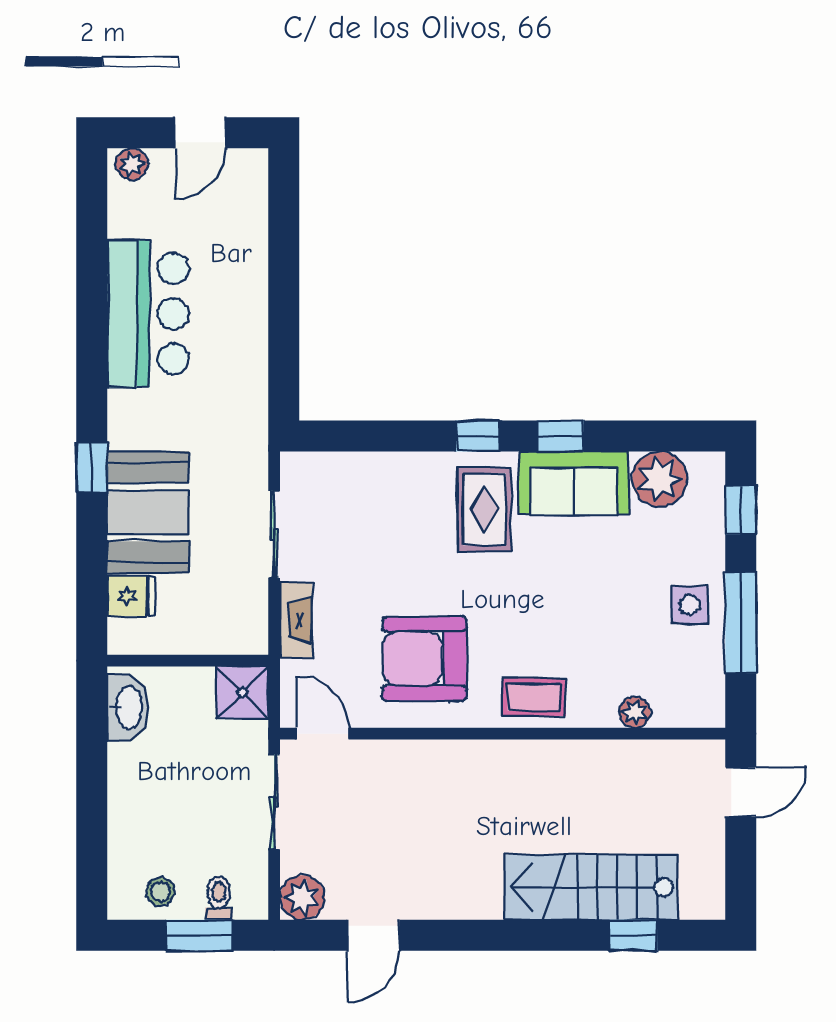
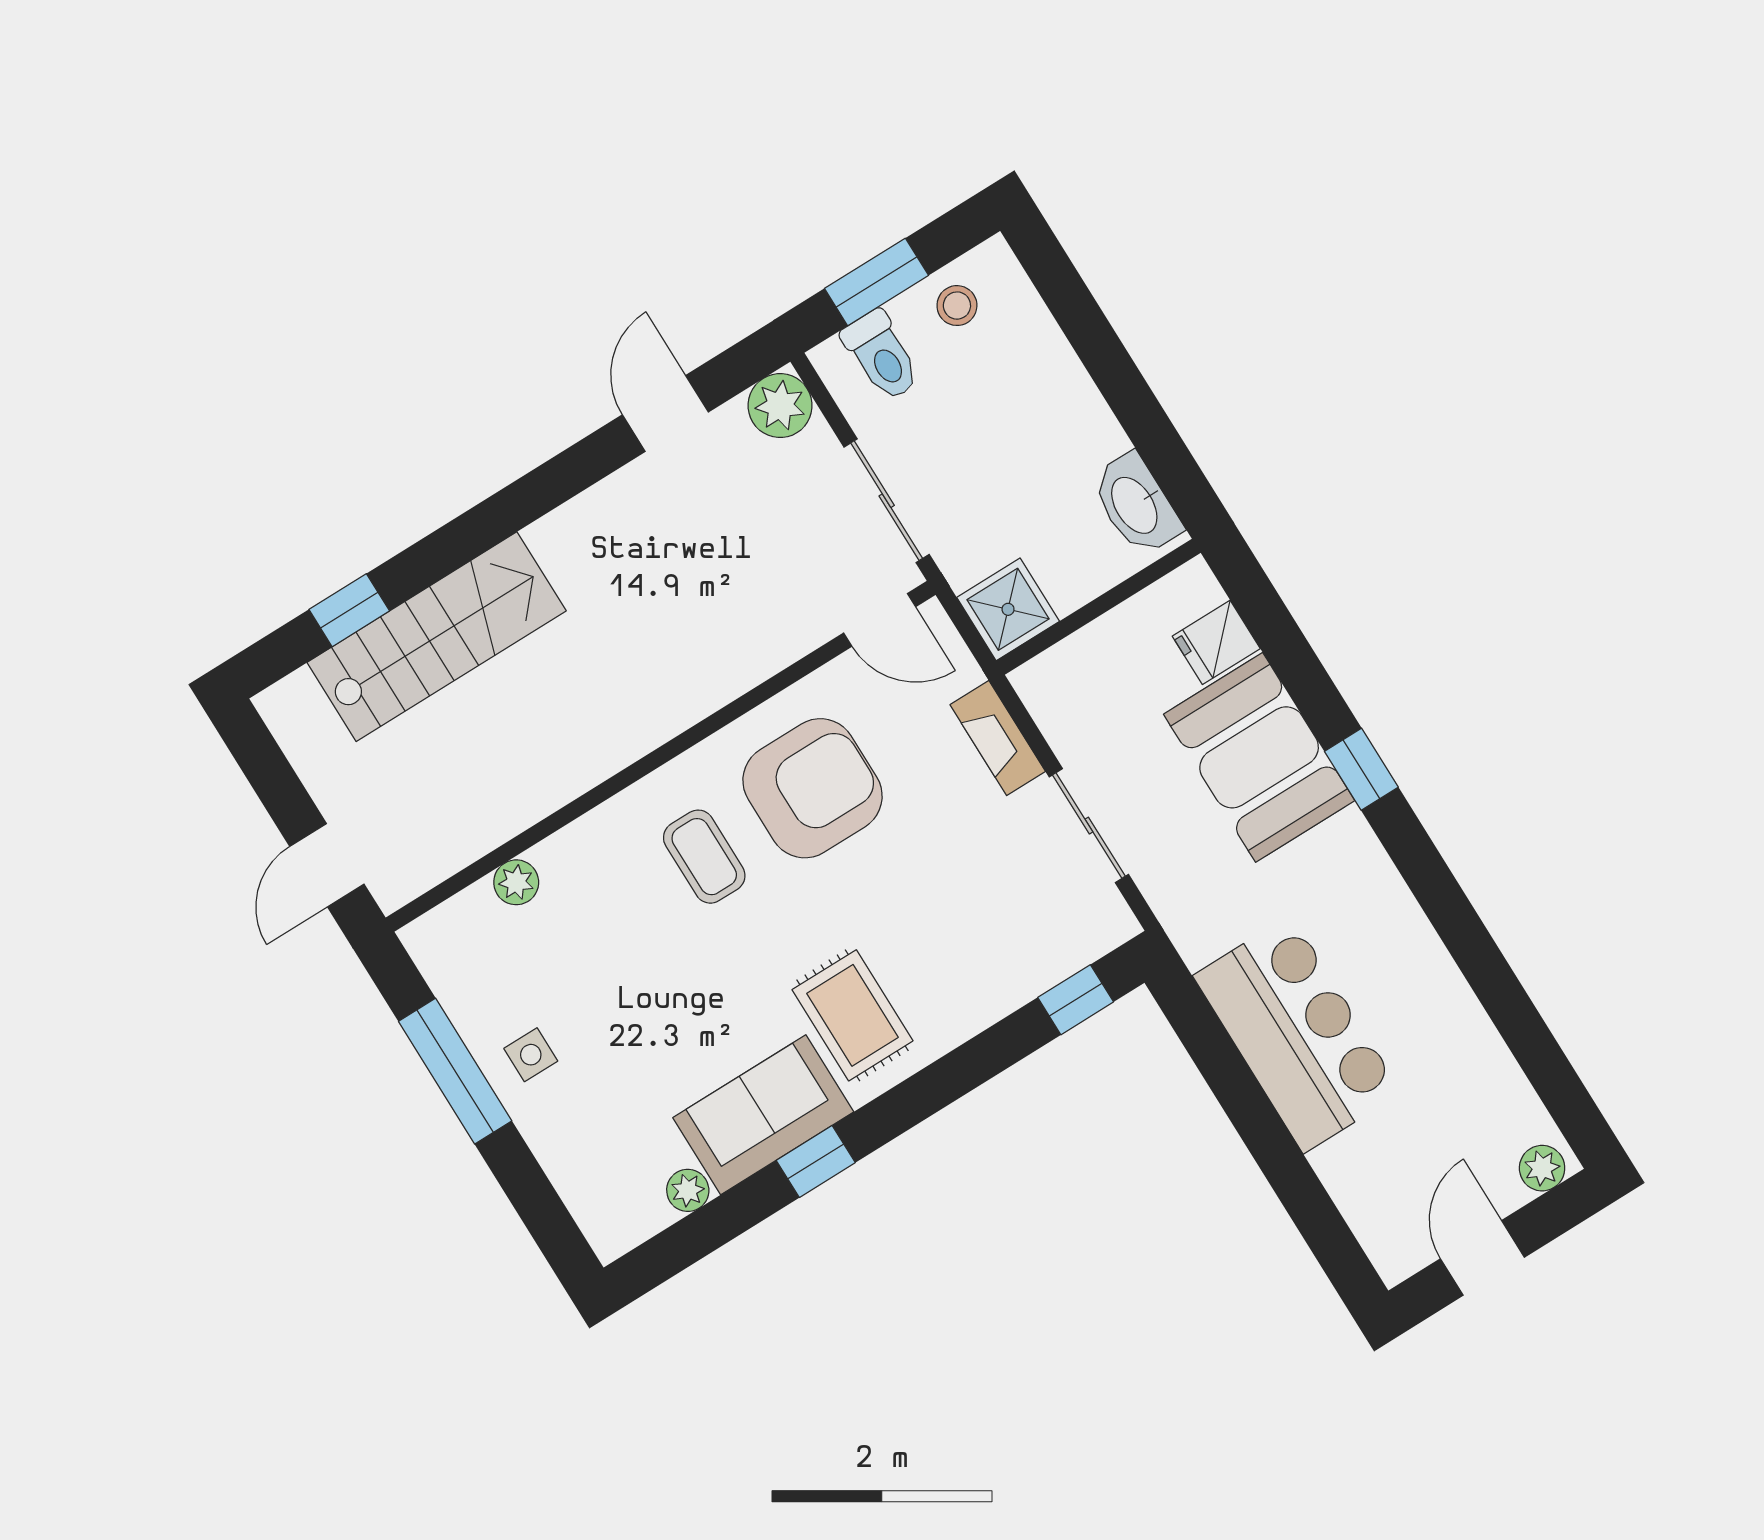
bar counter: (148, 314) -> (1297, 1034), moved, turned 180
window: (478, 436) -> (1076, 1000), moved
plant: (660, 479) -> (688, 1190), width x0.53, depth x0.53
window: (741, 510) -> (540, 1208), removed
side table: (690, 605) -> (531, 1055), width x0.73, depth x0.73
coffee table: (534, 697) -> (704, 857), moved, turned 90
toilet: (219, 898) -> (882, 356), width x1.37, depth x1.39

